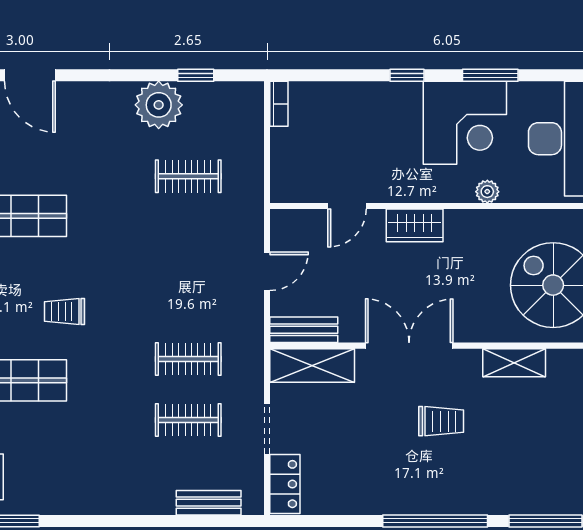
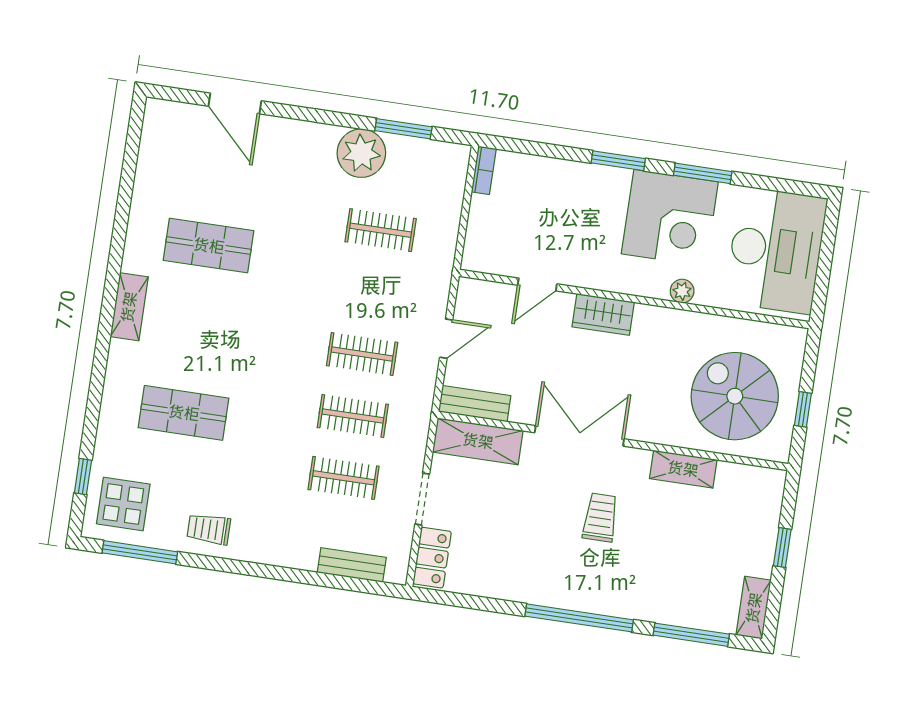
window: (196, 75) -> (403, 129), width x1.50
window: (407, 75) -> (618, 161), width x1.50
clothes rail: (188, 298) -> (362, 354), added
trolley: (65, 311) -> (209, 529), moved
trolley: (441, 421) -> (600, 517), turned -90

